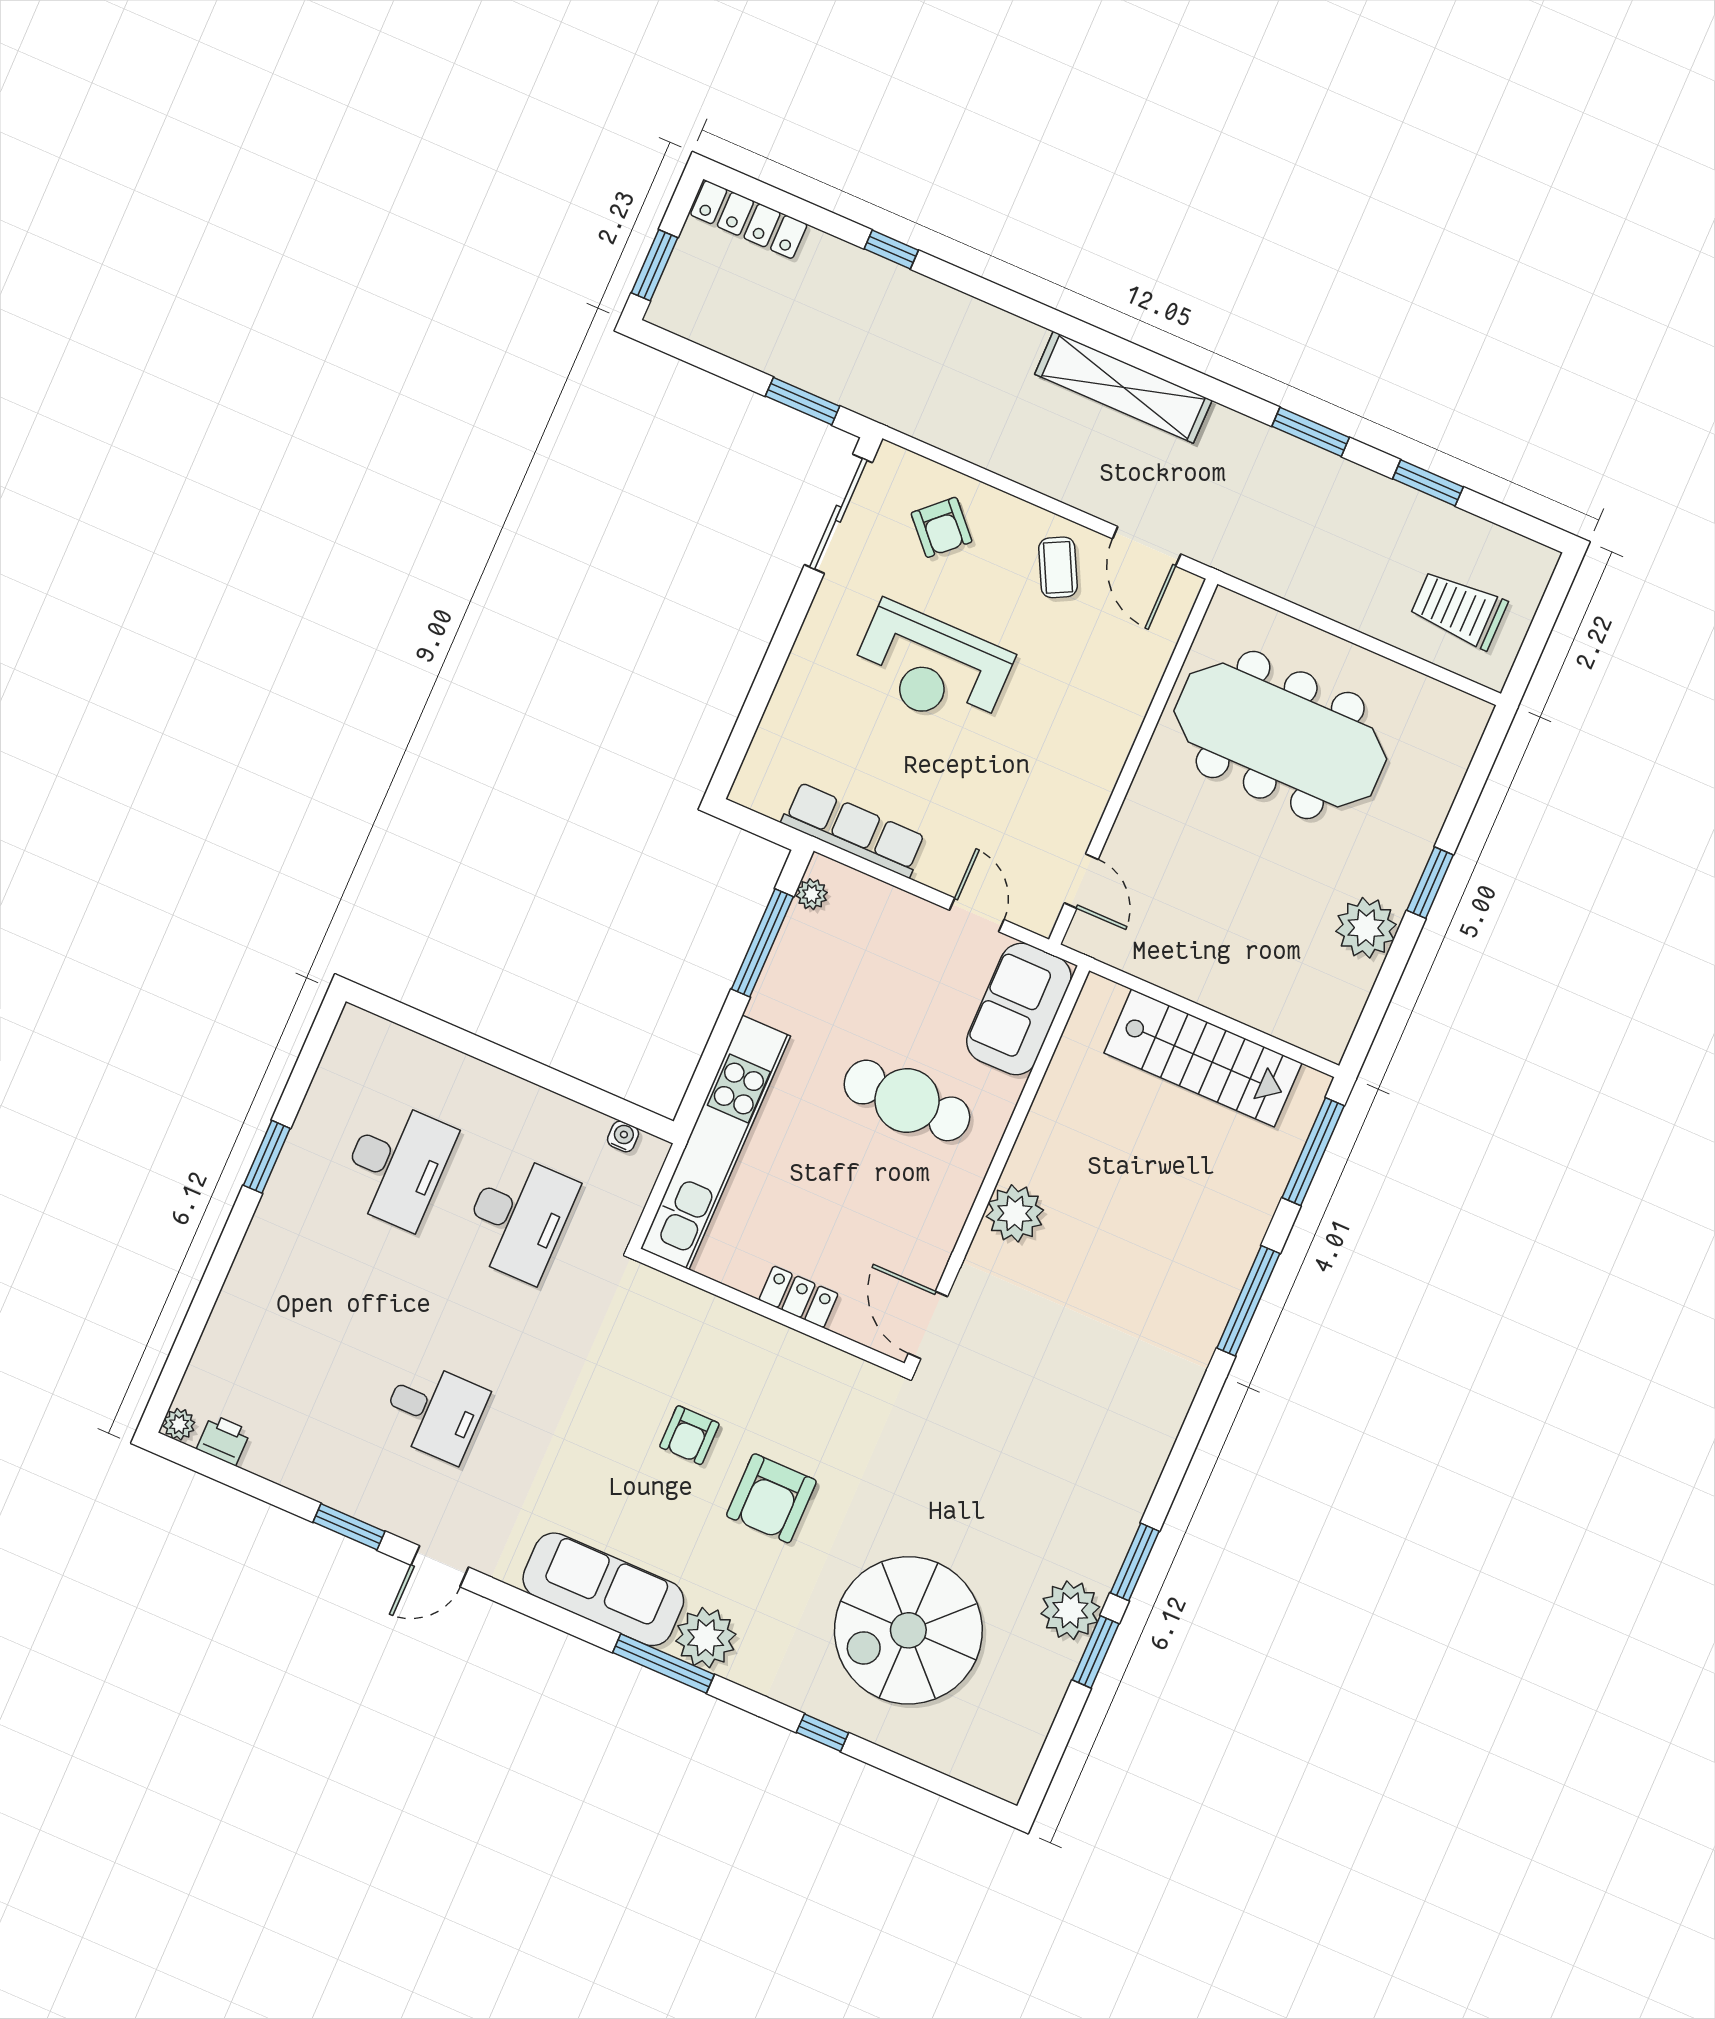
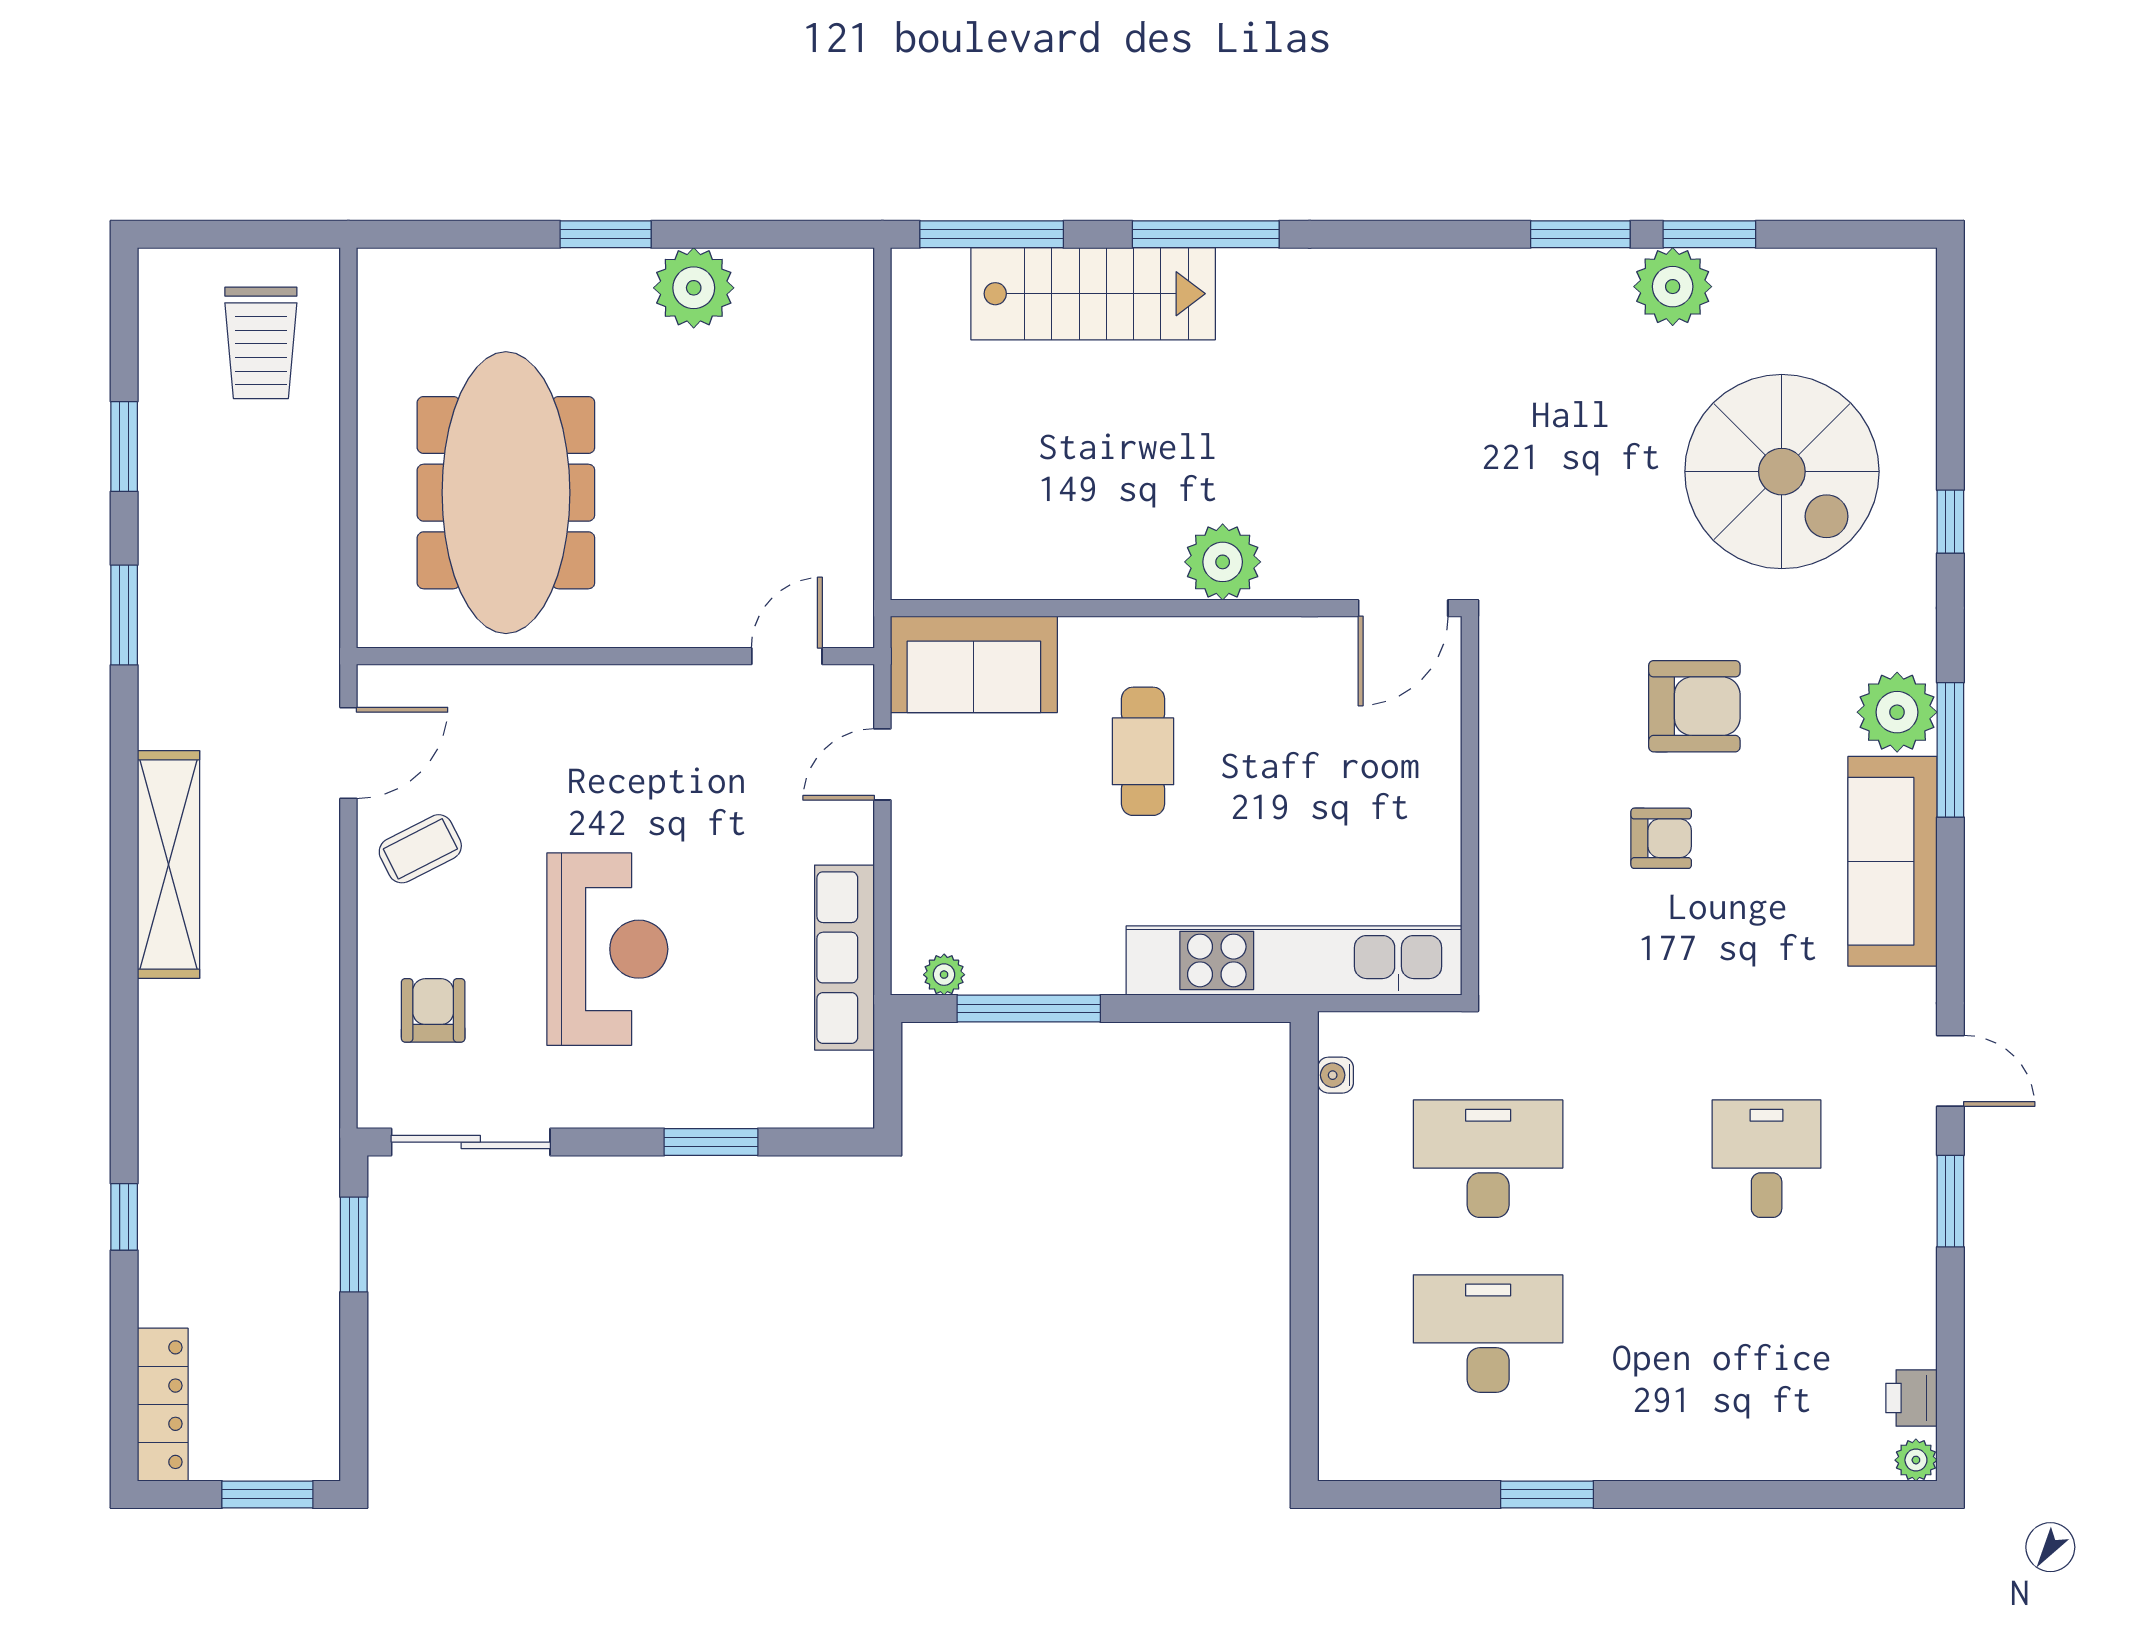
armchair: (942, 527) -> (433, 1010), turned -47
window: (766, 681) -> (711, 1142), added
stairs: (1203, 1058) -> (1093, 294), moved, turned 90
cafe table: (907, 1100) -> (1143, 751), width x0.73, depth x0.74
locker: (799, 1297) -> (1437, 779), removed

